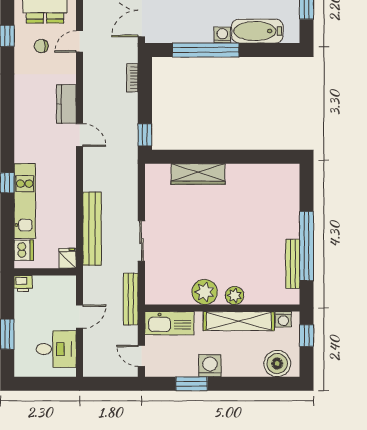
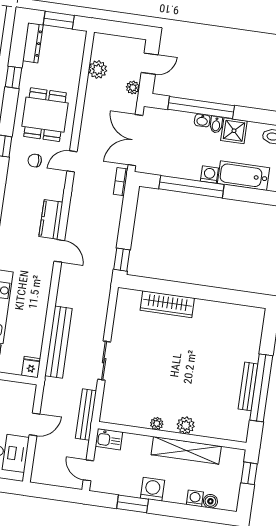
bookcase: (132, 78) -> (121, 182), moved
bench: (293, 264) -> (248, 386), moved
plant: (205, 292) -> (157, 424), width x0.53, depth x0.53
washing machine: (283, 319) -> (195, 498), moved, turned 180
kitchen sink: (169, 323) -> (109, 439), width x0.53, depth x0.81
boiler: (277, 364) -> (210, 501), width x0.54, depth x0.54

